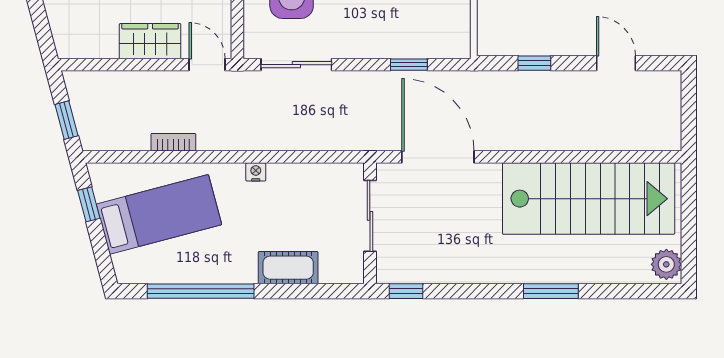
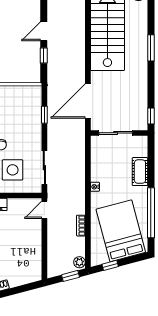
wardrobe: (150, 41) -> (33, 237), removed
door: (616, 63) -> (44, 31), moved
plant: (96, 139) -> (79, 262), added
bed: (159, 214) -> (121, 231), width x1.50

